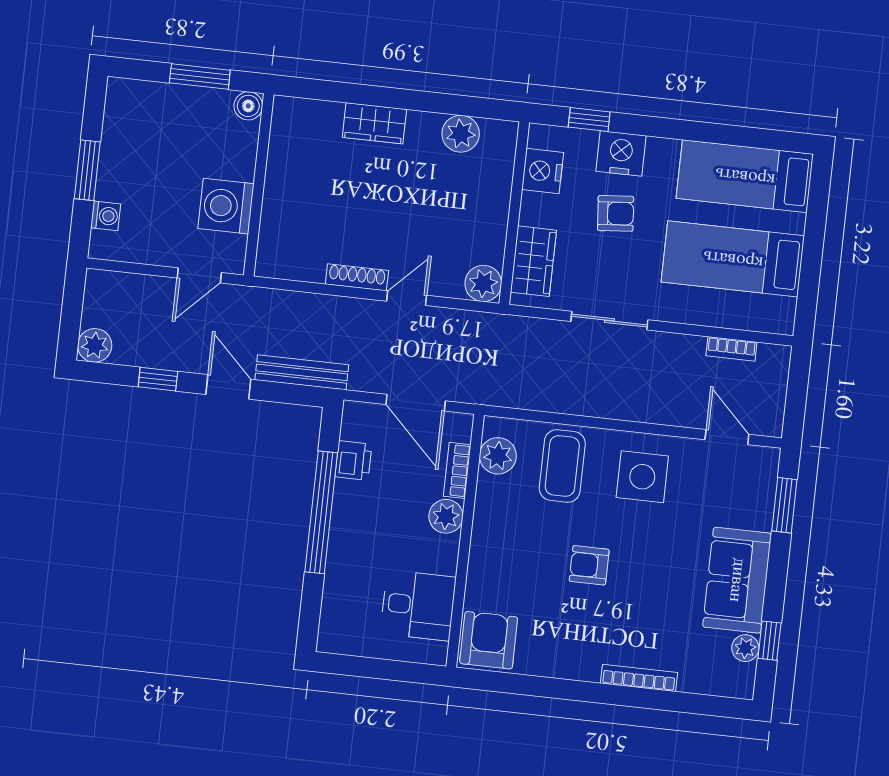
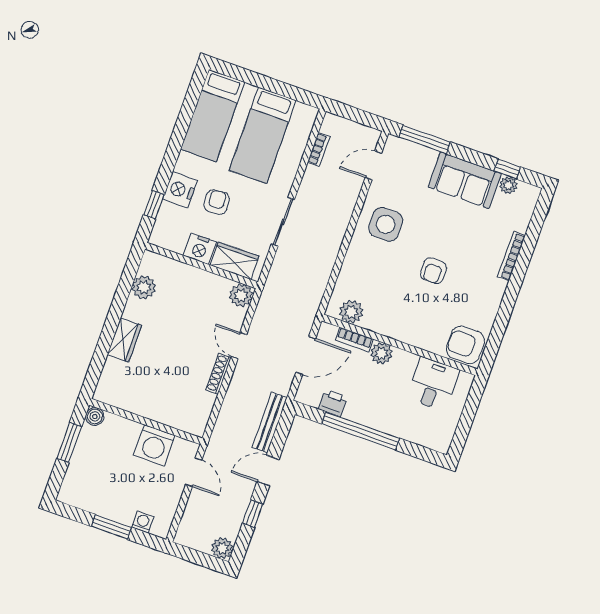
nightstand: (543, 171) -> (200, 249), moved
coffee table: (562, 466) -> (367, 273), removed
window: (784, 505) -> (425, 139), width x1.44

